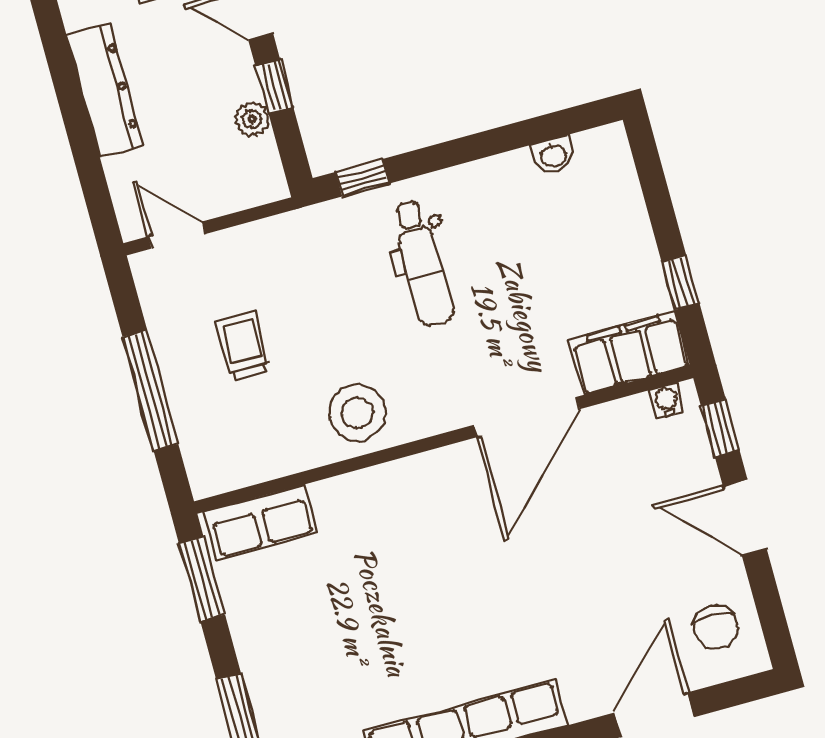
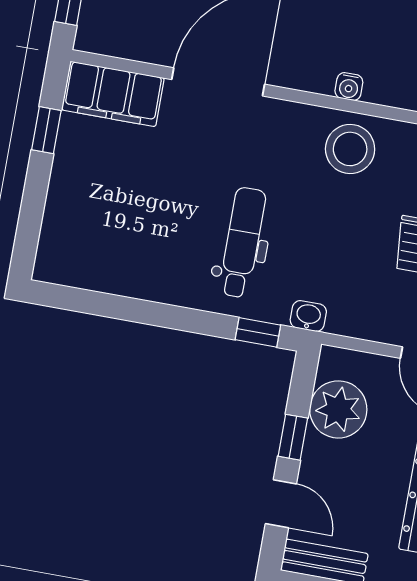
plant: (252, 119) -> (338, 409), width x1.88, depth x1.88
washbasin: (553, 155) -> (308, 316), moved
water cooler: (667, 401) -> (349, 87), moved

